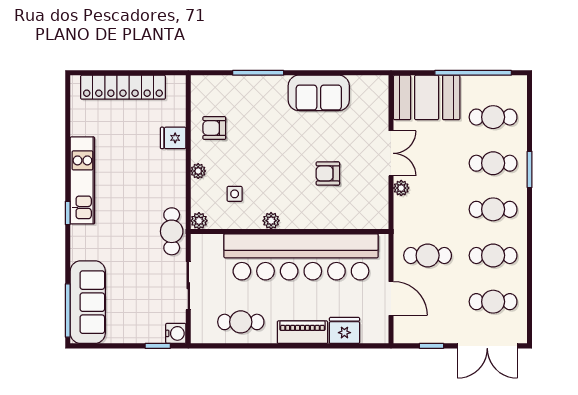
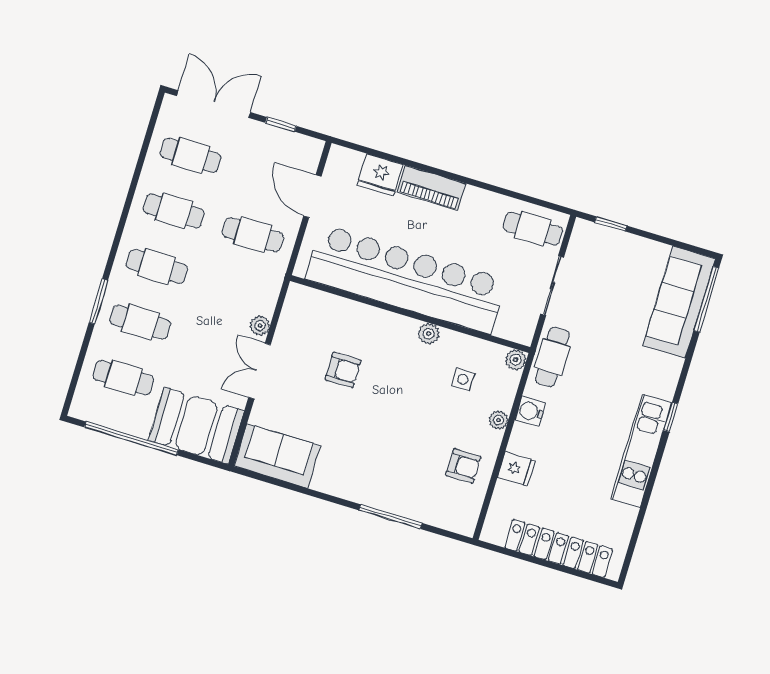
sofa: (319, 93) -> (277, 456), moved
cafe table: (241, 322) -> (533, 229), moved
water cooler: (176, 333) -> (531, 411), moved

